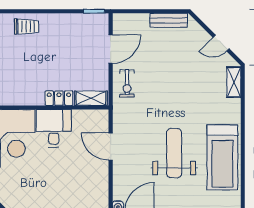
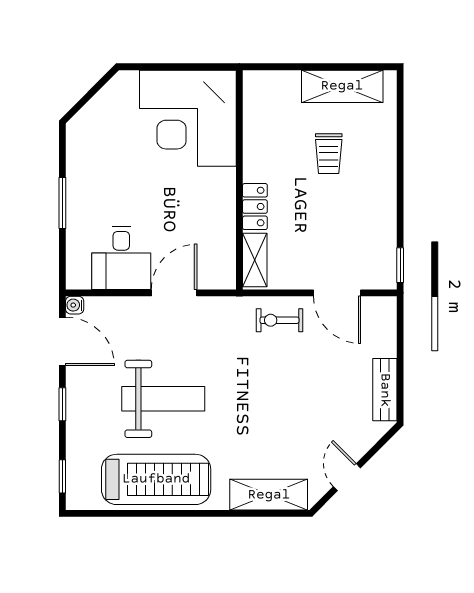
trolley: (27, 27) -> (329, 154), moved
shelving: (234, 82) -> (269, 495), width x1.50, depth x1.33
desk: (54, 128) -> (121, 258), moved, turned 90
treadmill: (222, 157) -> (156, 479), turned 180

